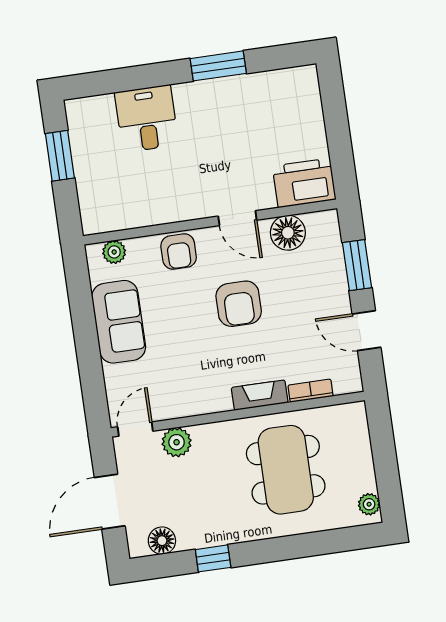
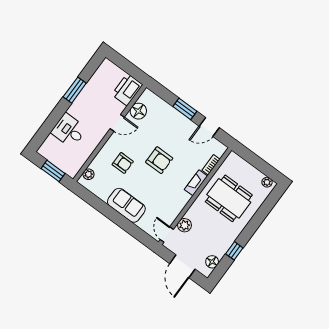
printer: (304, 183) -> (127, 90), moved
door: (237, 218) -> (117, 123), moved
wall: (210, 222) -> (110, 133), moved
floor lamp: (288, 233) -> (138, 111), moved
plant: (114, 252) -> (88, 174), moved

